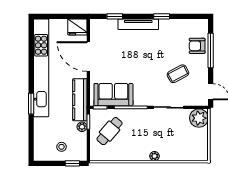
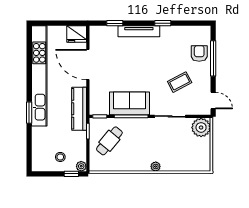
armchair: (197, 46) -> (199, 53), turned 90
sofa: (113, 95) -> (130, 103), moved
plant: (82, 127) -> (81, 166), moved

